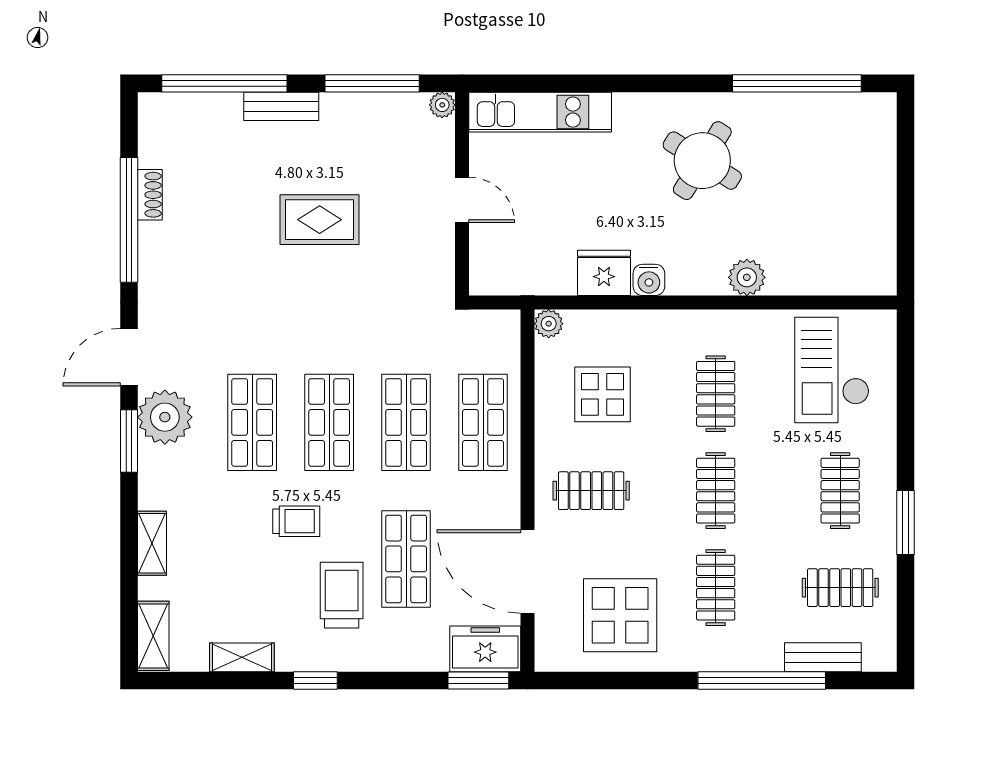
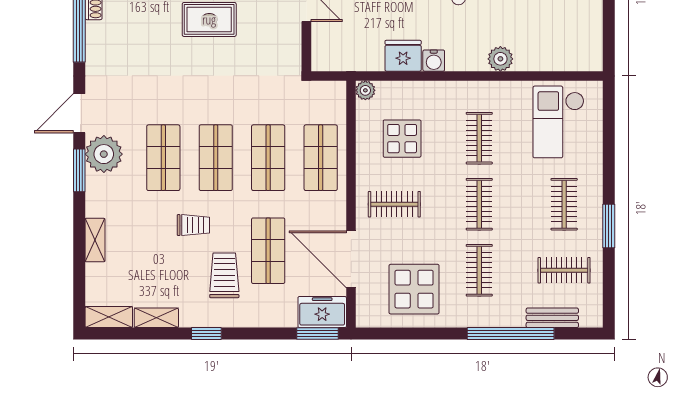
shelving: (153, 636) -> (109, 317), moved, turned 90

